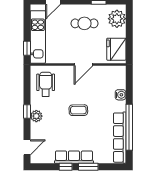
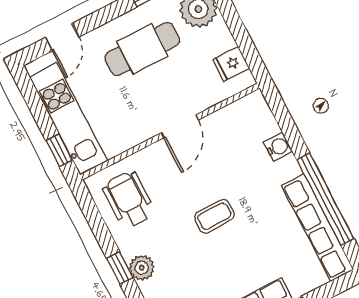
cafe table: (84, 23) -> (142, 49), width x1.37, depth x1.35
fridge: (116, 49) -> (231, 64), width x0.53, depth x0.75

